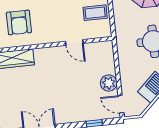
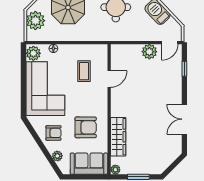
coffee table: (95, 13) -> (84, 71), moved

